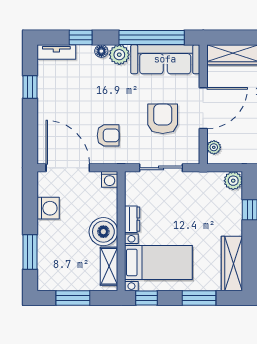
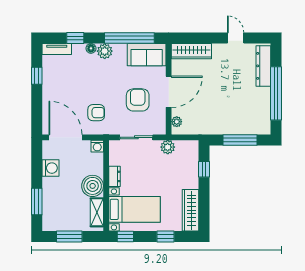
sofa: (165, 59) -> (147, 55), width x0.73
plant: (233, 181) -> (168, 147), moved
window: (199, 298) -> (165, 237), width x0.67

